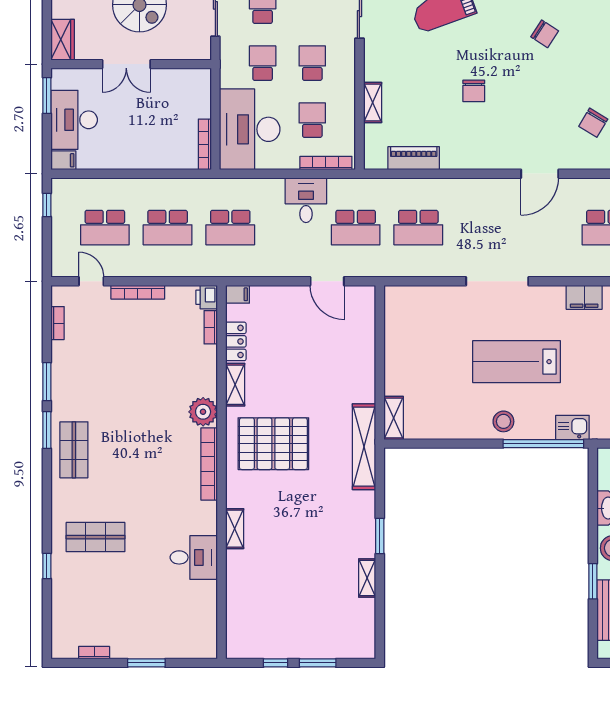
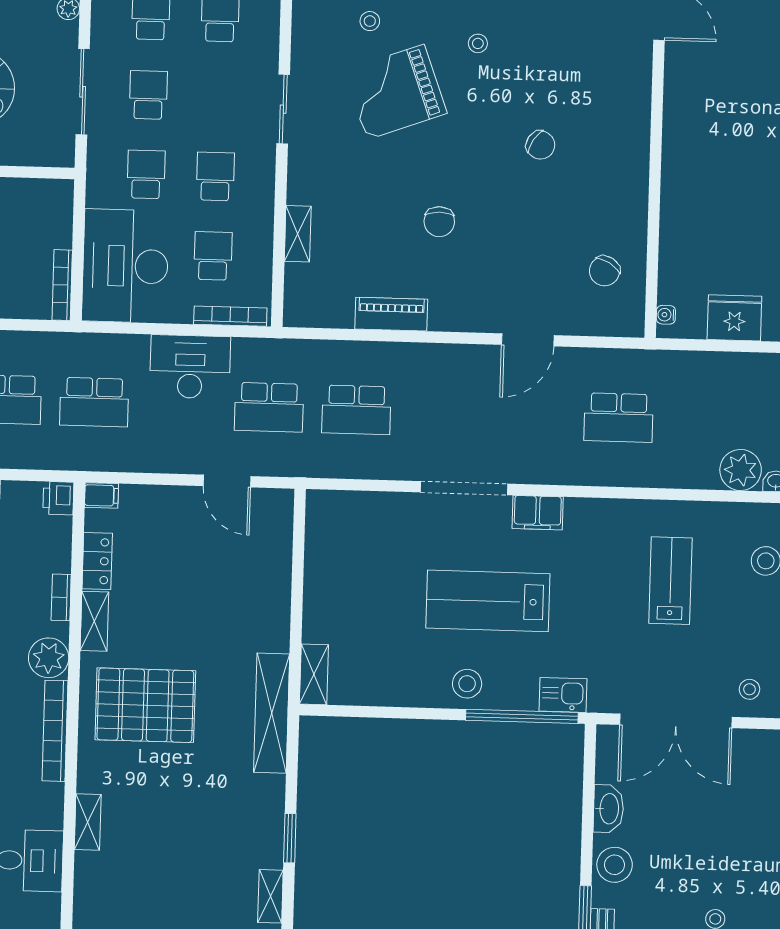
piano: (414, 158) -> (391, 314), moved
desk: (306, 200) -> (190, 367), width x1.37
filing cabinet: (584, 297) -> (538, 513), moved
bookcase: (211, 327) -> (61, 597), moved

